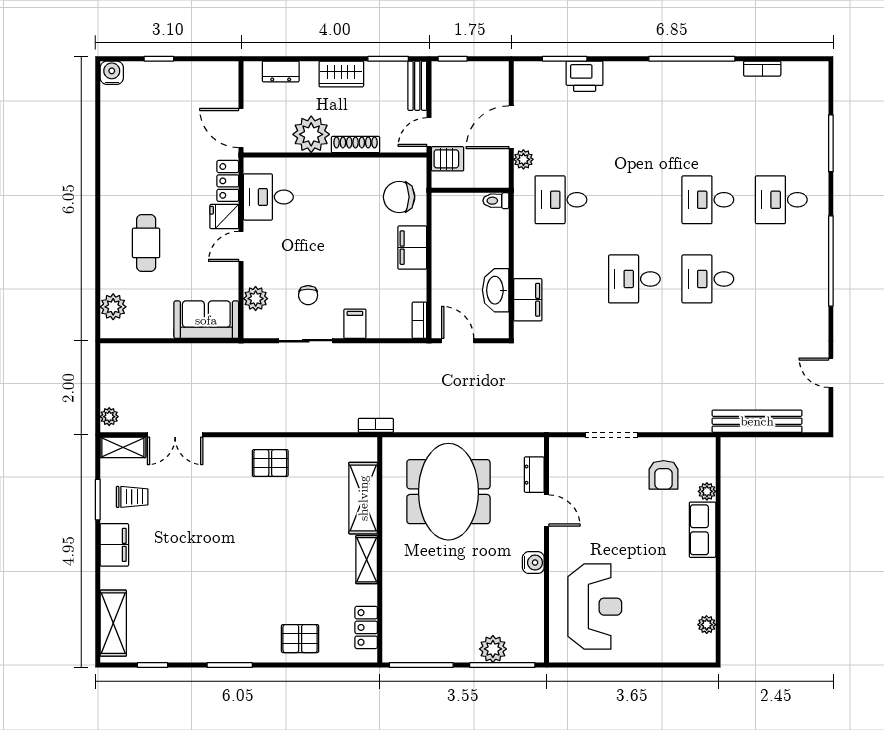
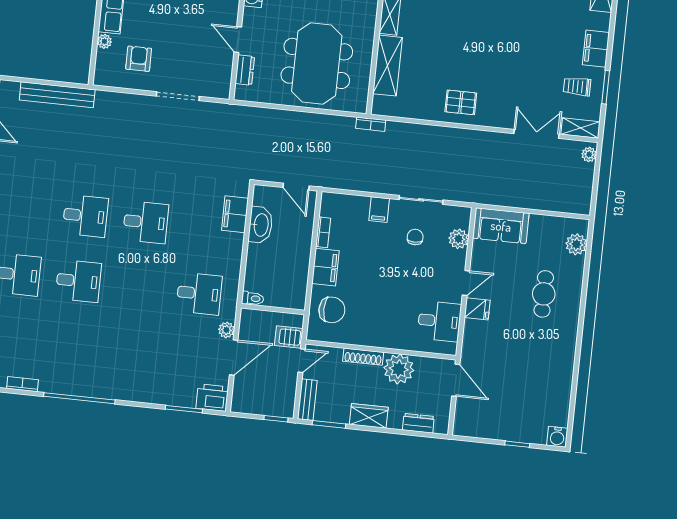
printer: (585, 76) -> (212, 398), moved
locker: (228, 181) -> (471, 338), removed
bookcase: (419, 320) -> (323, 232), moved

